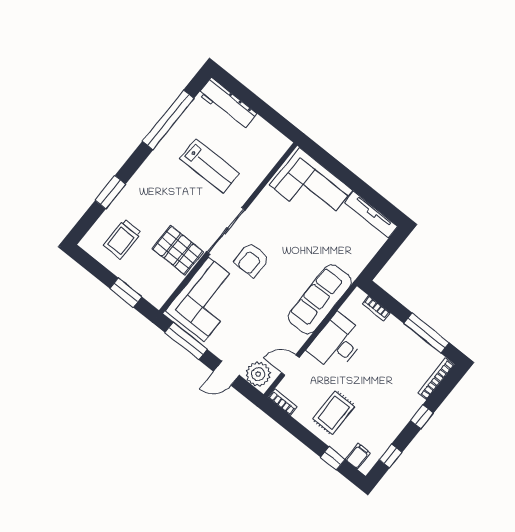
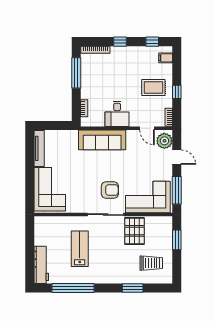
desk: (337, 343) -> (117, 114), width x0.73
window: (333, 458) -> (177, 92), moved

